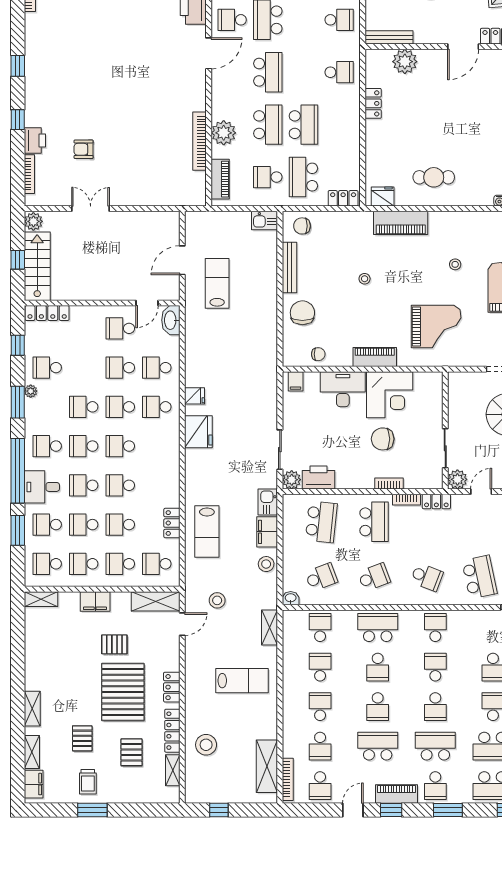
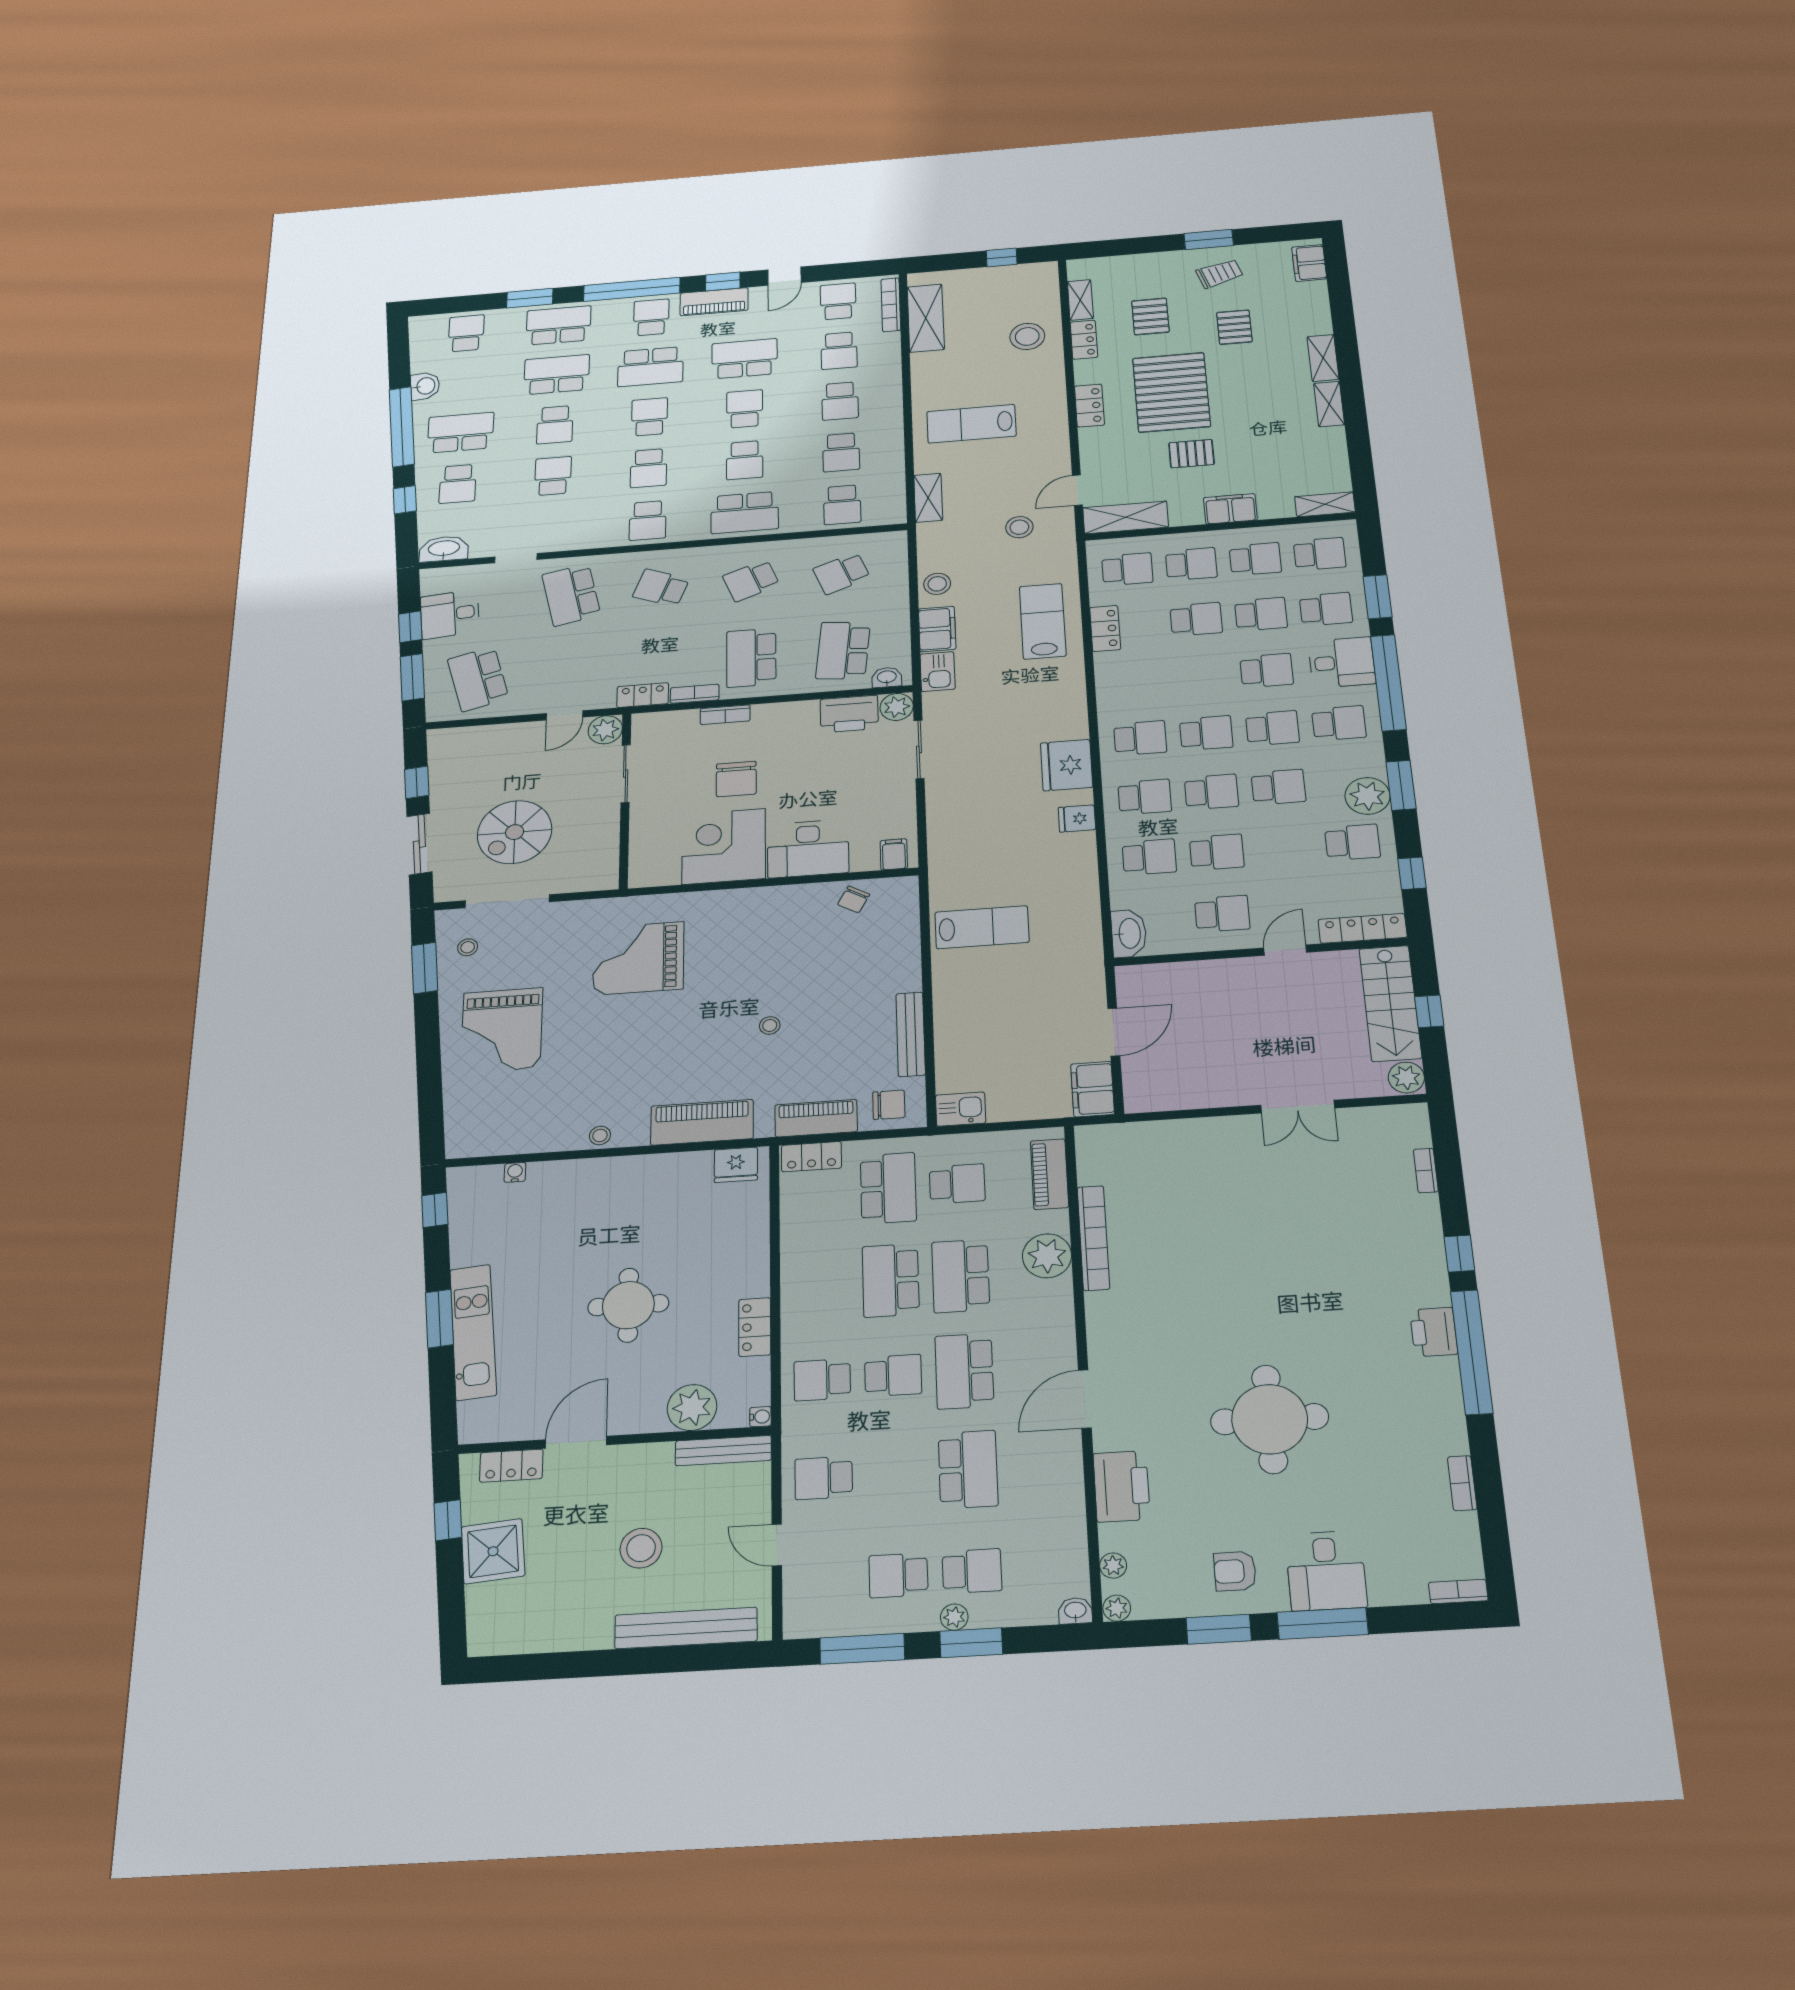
school desk: (232, 20) -> (893, 1375), moved
round table: (119, 37) -> (1270, 1419), added
water cooler: (370, 54) -> (760, 1417), added
window: (18, 66) -> (1472, 1352), width x3.17
round table: (438, 120) -> (628, 1305), added
printer: (35, 140) -> (1434, 1332), moved
armchair: (84, 149) -> (1322, 1209), removed
bookcase: (29, 174) -> (1426, 1171), width x0.64
cafe table: (434, 177) -> (638, 1204), removed
filing cabinet: (195, 227) -> (1093, 1089), added
stool: (455, 264) -> (600, 1135), moved
lab bench: (217, 283) -> (982, 927), moved, turned -90
door: (147, 303) -> (1285, 950), moved
chair: (302, 313) -> (884, 963), removed
chair: (318, 354) -> (854, 899), turned -61
piano: (375, 357) -> (816, 1118), moved, turned 180
plant: (31, 391) -> (1367, 796), width x1.88, depth x1.88
chair: (383, 439) -> (736, 779), turned 90
school desk: (120, 485) -> (1140, 738), moved
washbasin: (291, 598) -> (887, 677), moved, turned 180
school desk: (378, 667) -> (745, 460), turned 180
locker: (172, 731) -> (1084, 340), width x0.66
school desk: (320, 746) -> (839, 351), turned 180
school desk: (378, 746) -> (745, 359), turned 180
shelving: (32, 752) -> (1329, 404), moved
trolley: (88, 782) -> (1220, 274), turned 73
window: (448, 810) -> (632, 289), width x2.11

